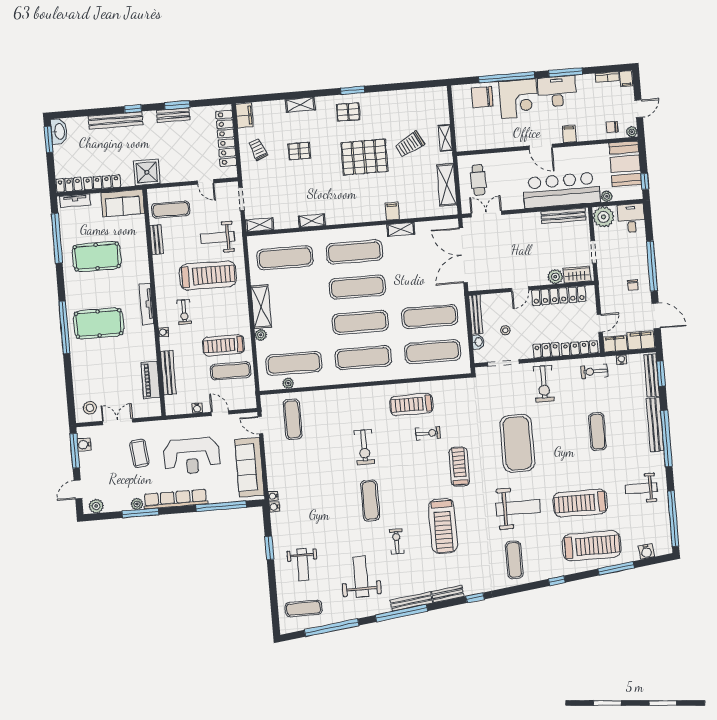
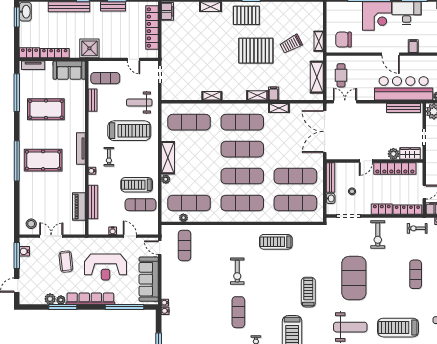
chair: (482, 97) -> (344, 40), moved
pallet: (348, 112) -> (246, 15), width x1.50, depth x1.42
trolley: (258, 149) -> (175, 38), removed
pallet: (299, 151) -> (207, 42), removed
shelving: (259, 225) -> (257, 95), moved
exercise bike: (428, 433) -> (287, 265), removed
plant: (96, 506) -> (50, 299), moved

